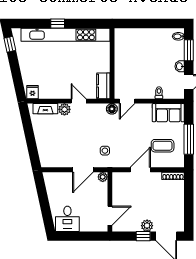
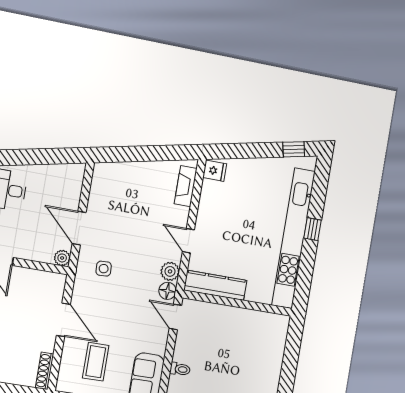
kitchen counter: (103, 86) -> (215, 285), width x1.50
door: (79, 101) -> (188, 241), swing flipped
plant: (64, 109) -> (170, 271), moved

